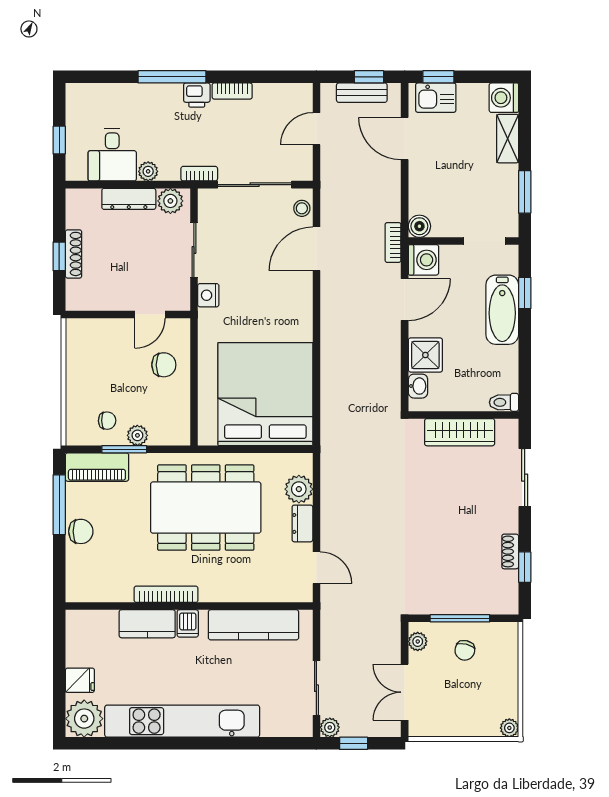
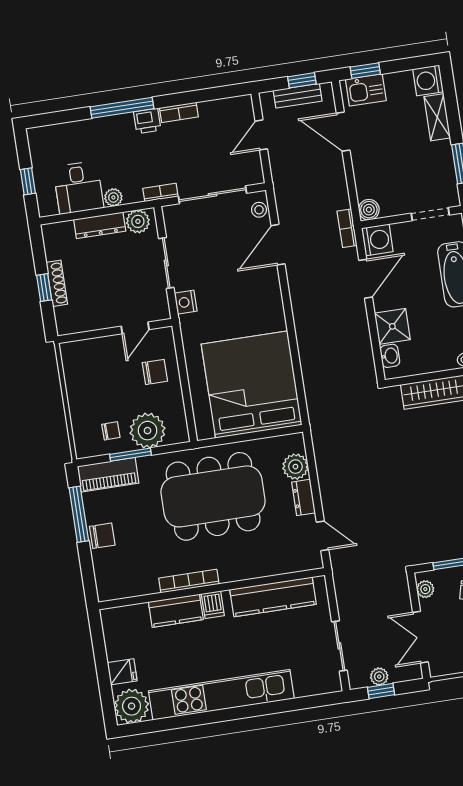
plant: (137, 435) -> (148, 431), width x1.88, depth x1.88
plant: (330, 727) -> (379, 677), moved

